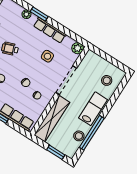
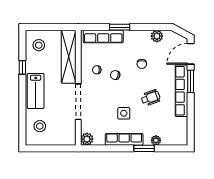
side table: (47, 56) -> (124, 113), moved
window: (92, 133) -> (22, 67), width x0.32
stool: (79, 136) -> (39, 45), moved
window: (56, 152) -> (45, 27), removed

